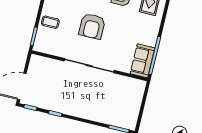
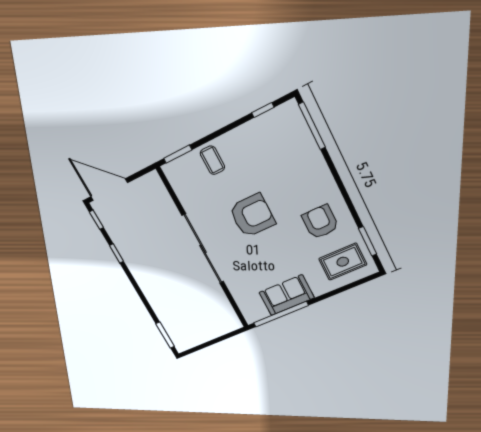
armchair: (92, 26) -> (252, 215), turned 180
sofa: (142, 61) -> (287, 295), moved

